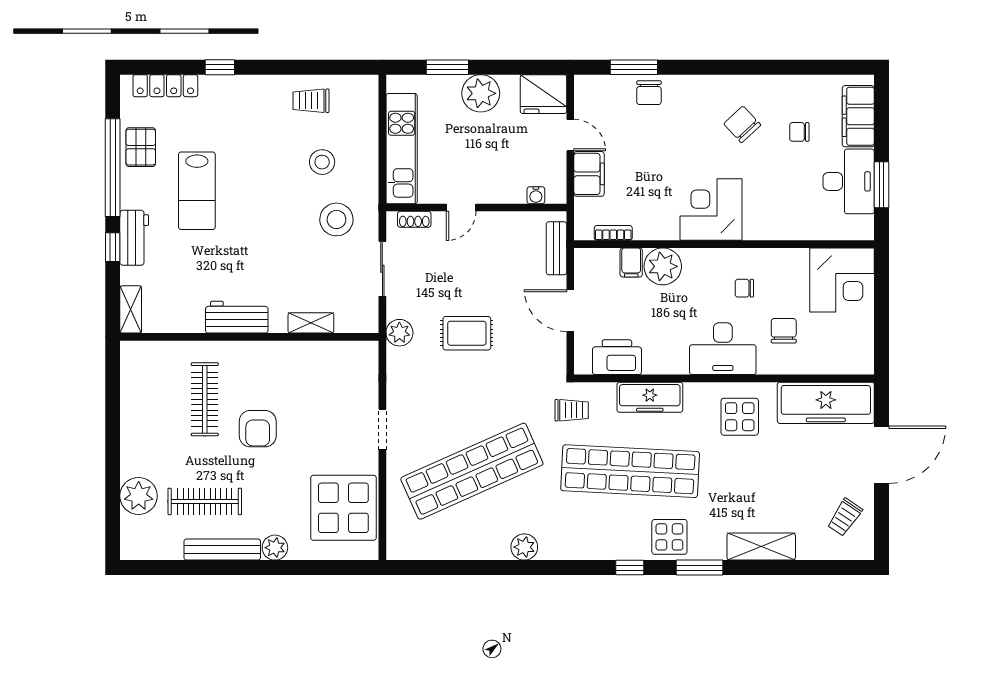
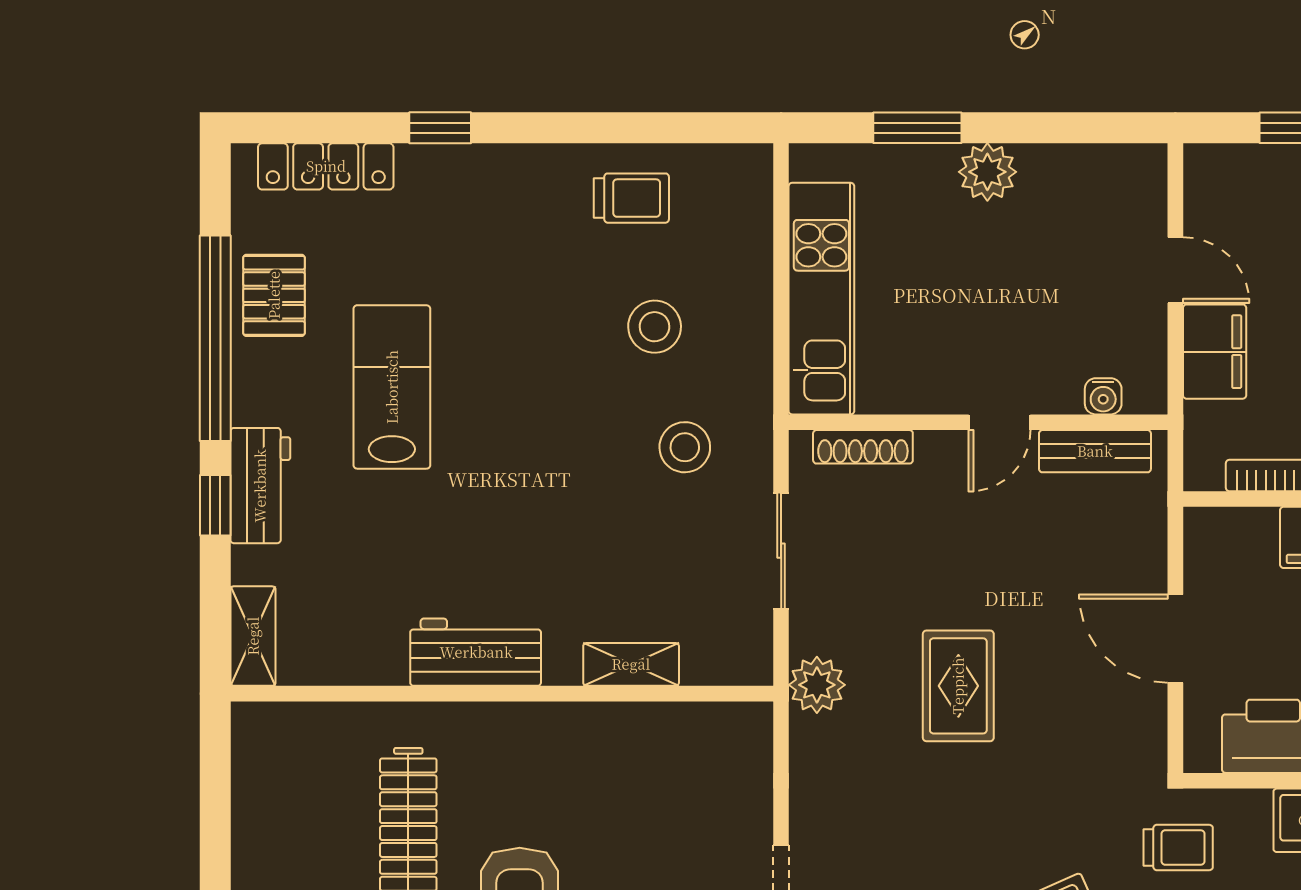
plant: (481, 93) -> (987, 172), width x0.73, depth x0.73
fridge: (544, 94) -> (1119, 184), removed
trolley: (311, 101) -> (631, 198), turned 180
lab bench: (197, 191) -> (392, 387), turned 180
door: (461, 208) -> (1000, 422), moved
stool: (336, 219) -> (685, 447), width x0.73, depth x0.73
shoe rack: (414, 219) -> (863, 447), width x1.43
bench: (556, 248) -> (1095, 451), moved, turned 90
rug: (467, 333) -> (958, 686), turned 90

